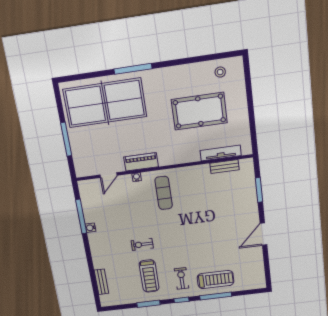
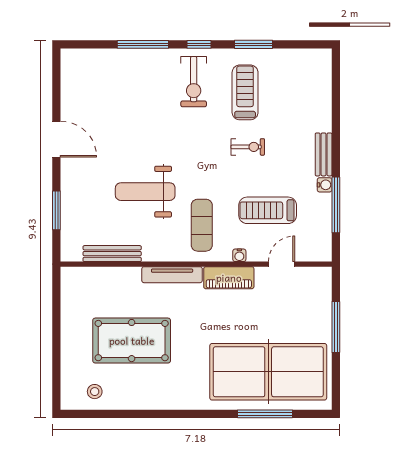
window: (133, 69) -> (265, 414), moved
tv unit: (221, 153) -> (172, 275), moved
bench: (224, 166) -> (112, 254), width x1.36
weight bench: (203, 209) -> (145, 192), added
door: (263, 234) -> (56, 139), hinge flipped
exercise bike: (182, 278) -> (194, 82), width x1.38, depth x1.39
treadmill: (215, 280) -> (268, 210), moved
bench: (101, 282) -> (324, 154), moved

